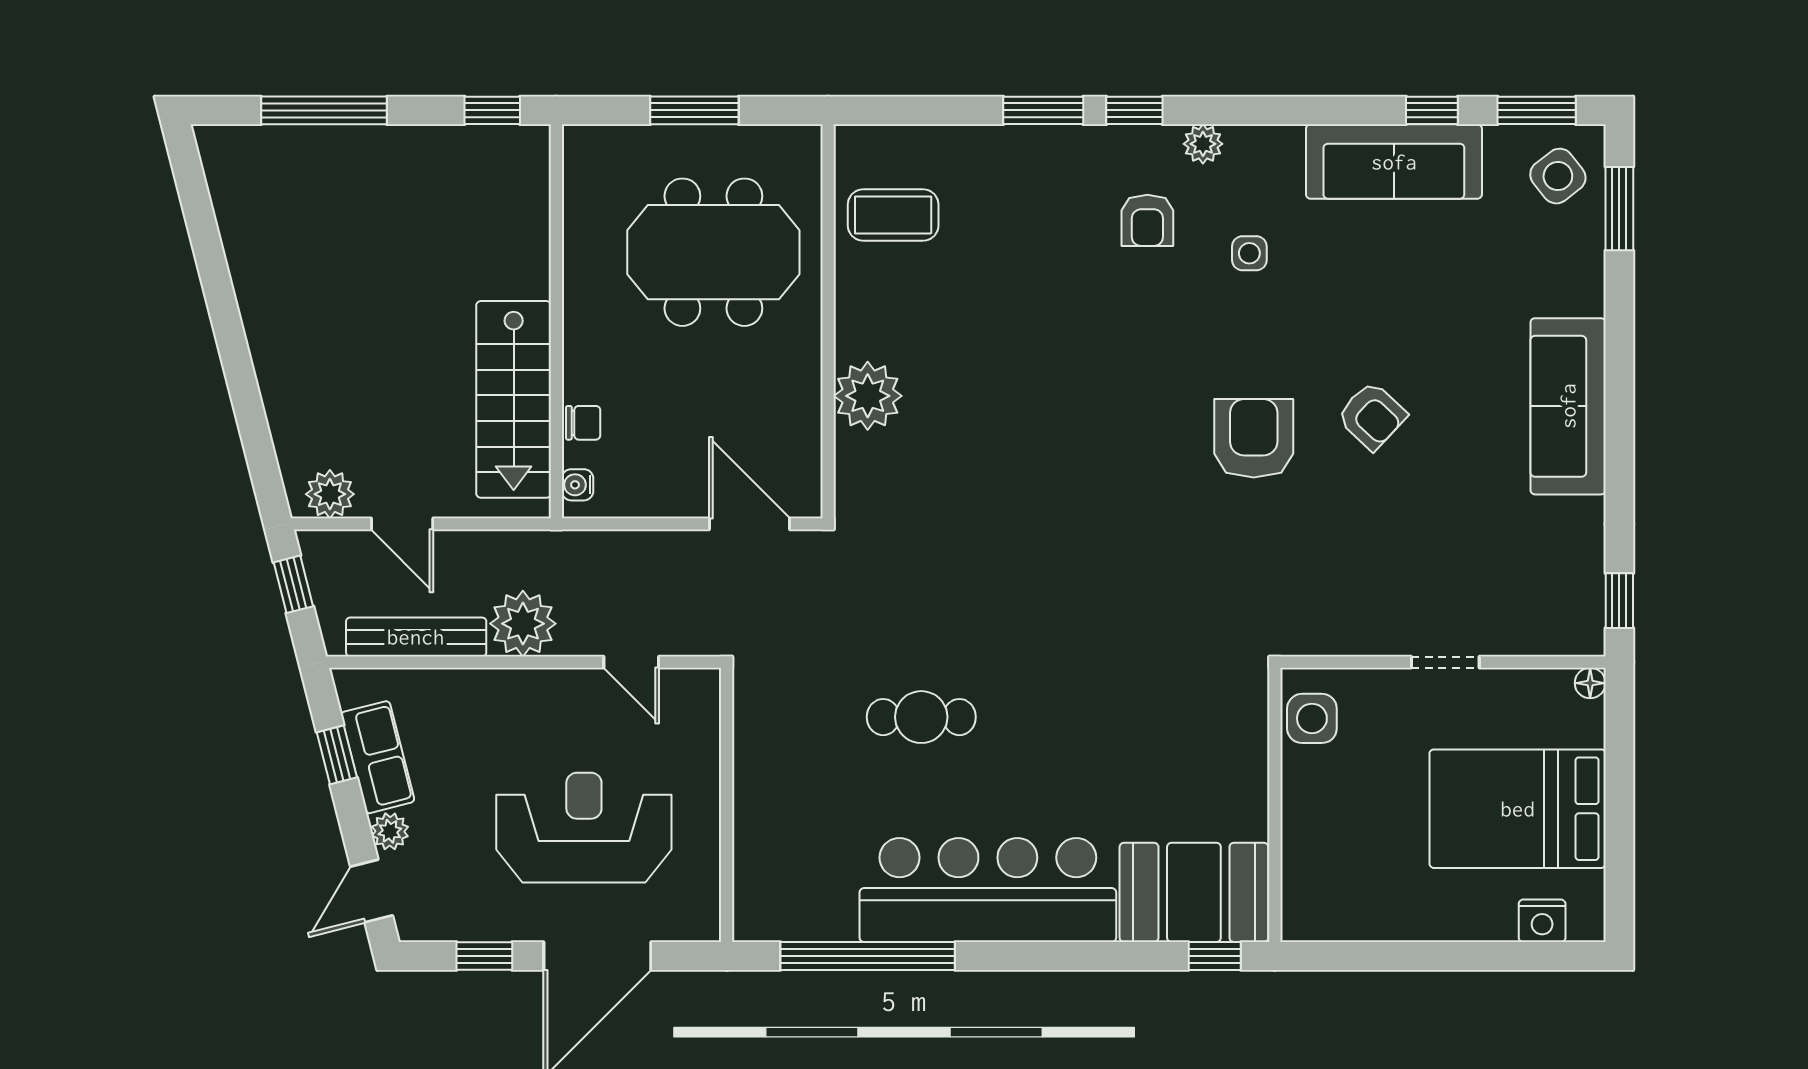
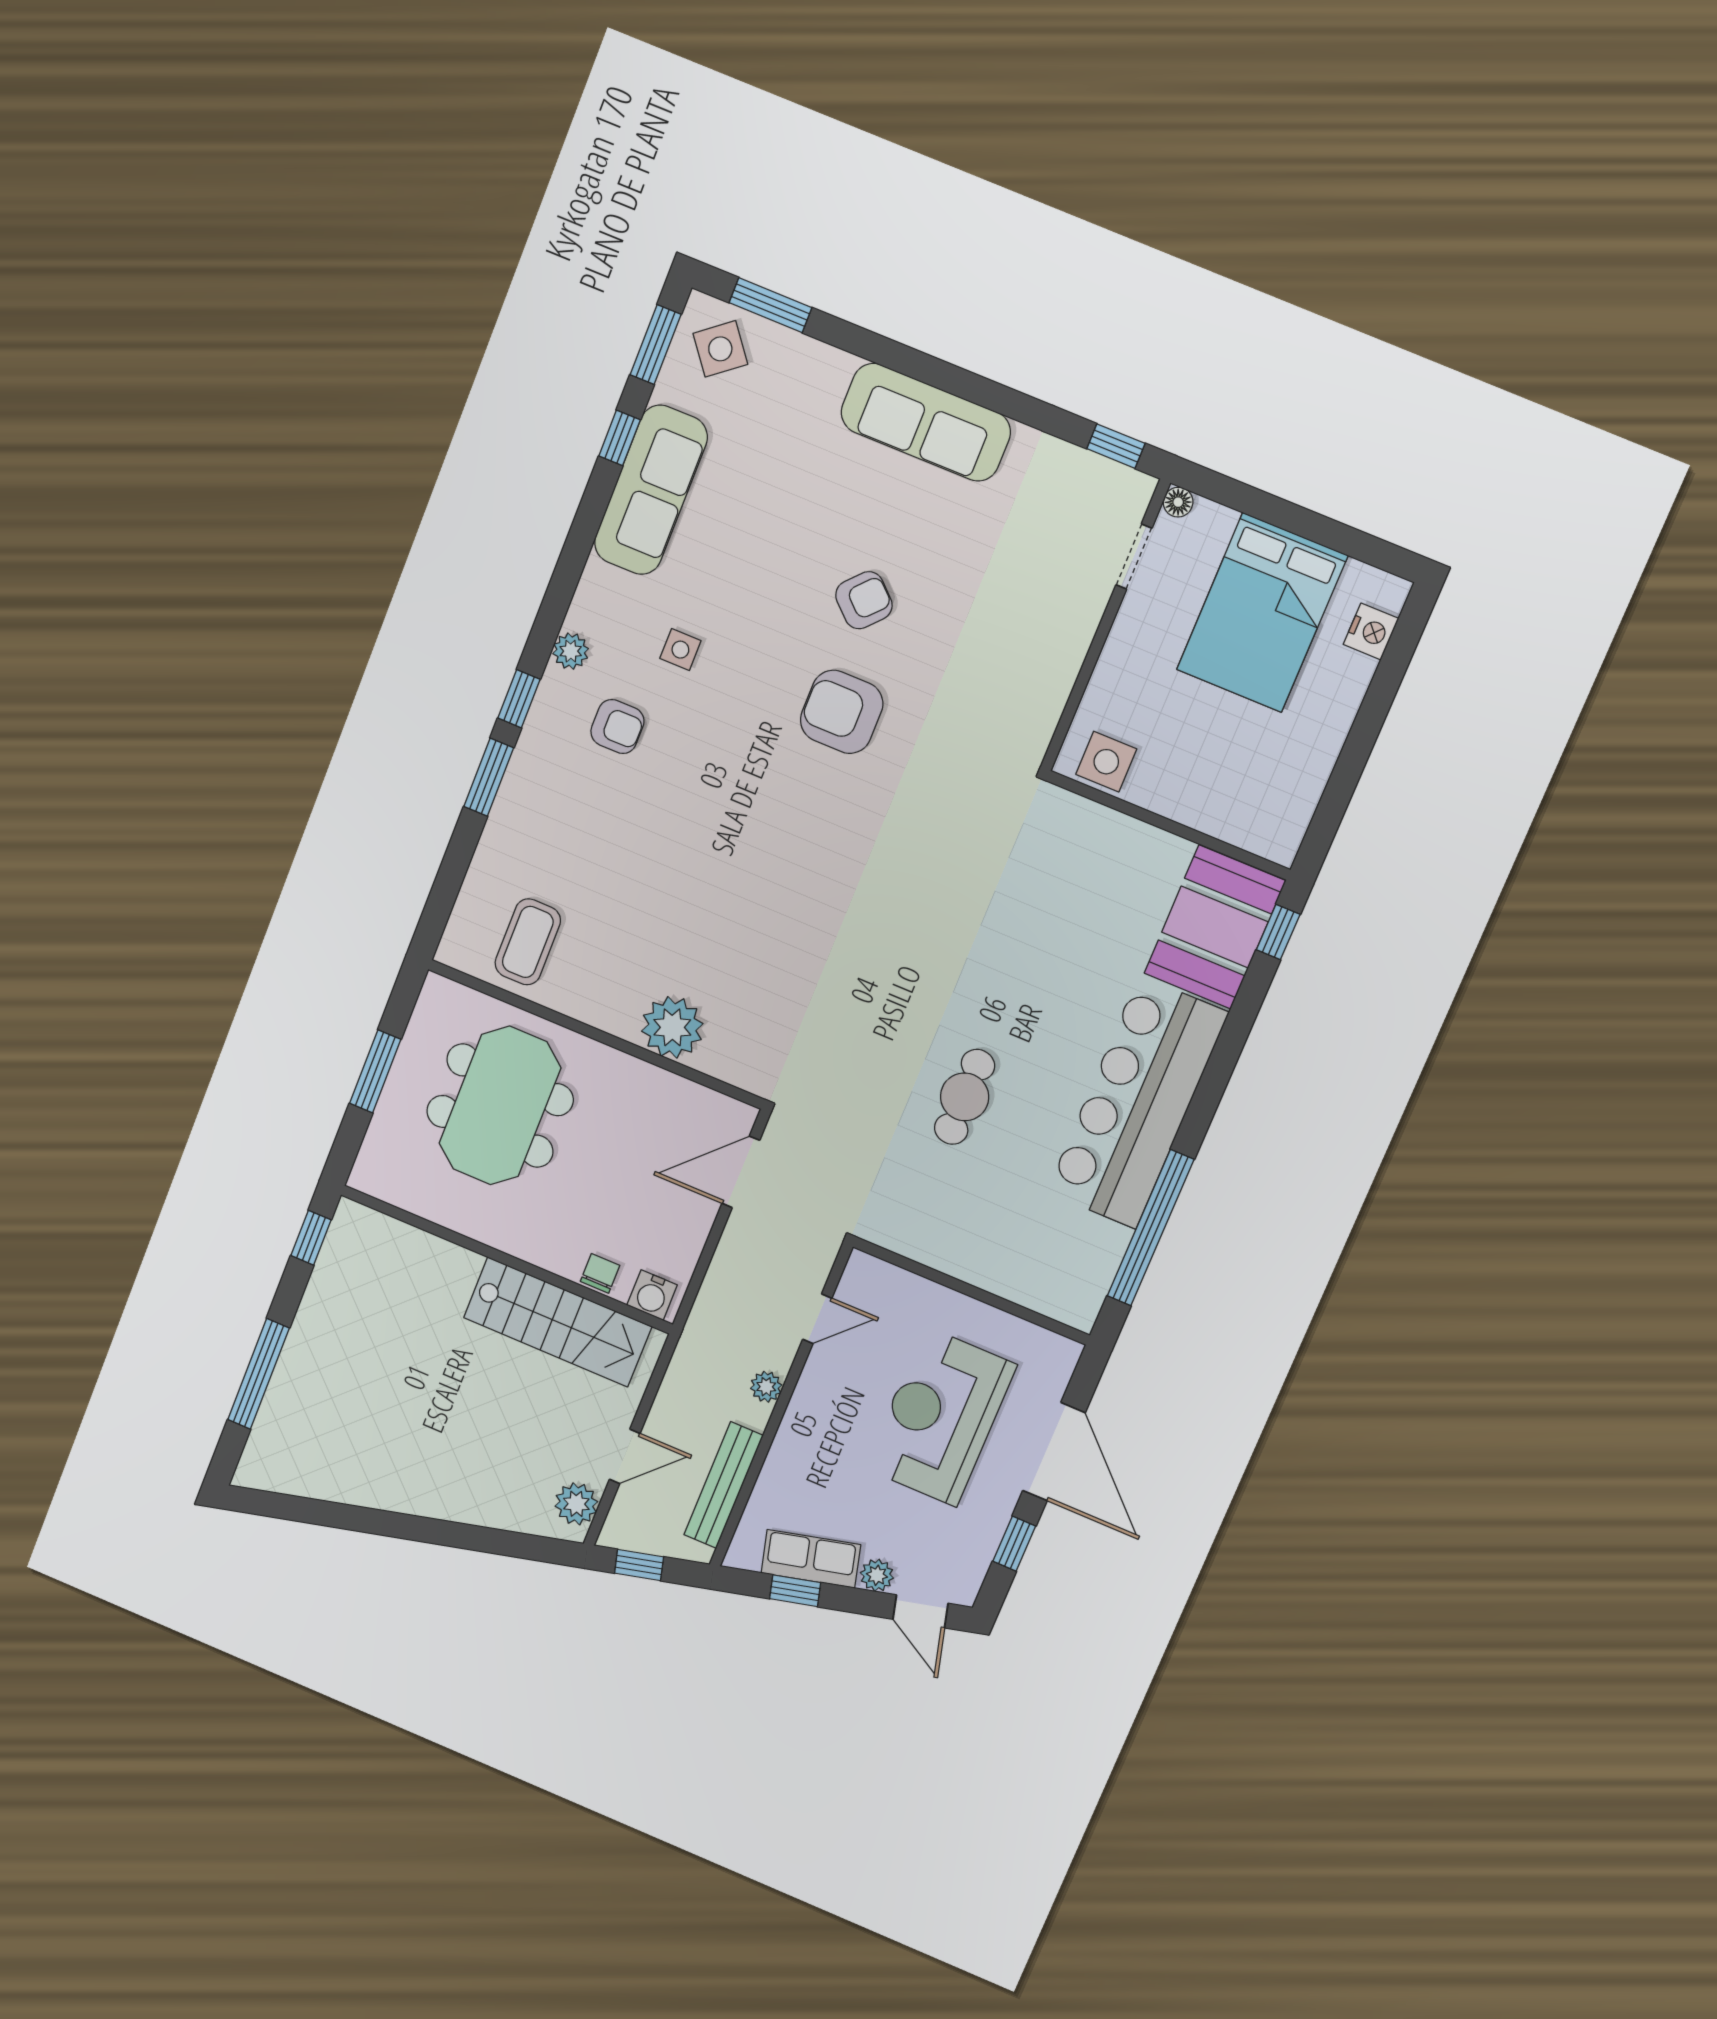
water cooler: (578, 485) -> (652, 1295), width x1.38, depth x1.38
plant: (523, 624) -> (766, 1387), width x0.53, depth x0.53
doorway: (1445, 662) -> (1134, 556), moved

